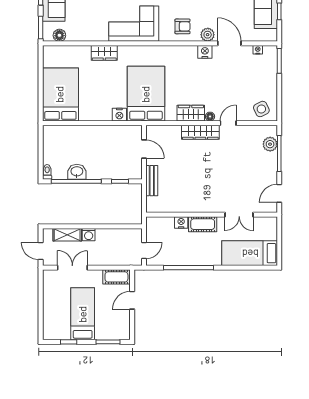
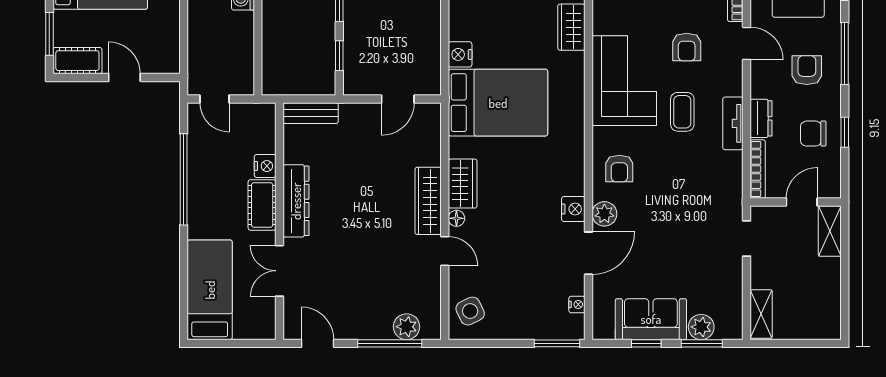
bench: (152, 181) -> (311, 113), moved
dresser: (200, 205) -> (296, 201), added
cot: (116, 277) -> (77, 61), moved, turned 90

